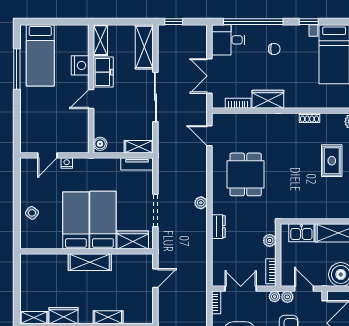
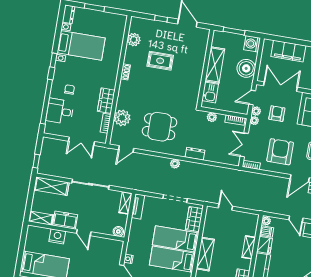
desk: (228, 40) -> (60, 111), moved, turned 90
plant: (249, 124) -> (122, 118), added

